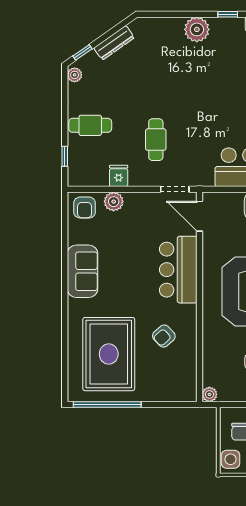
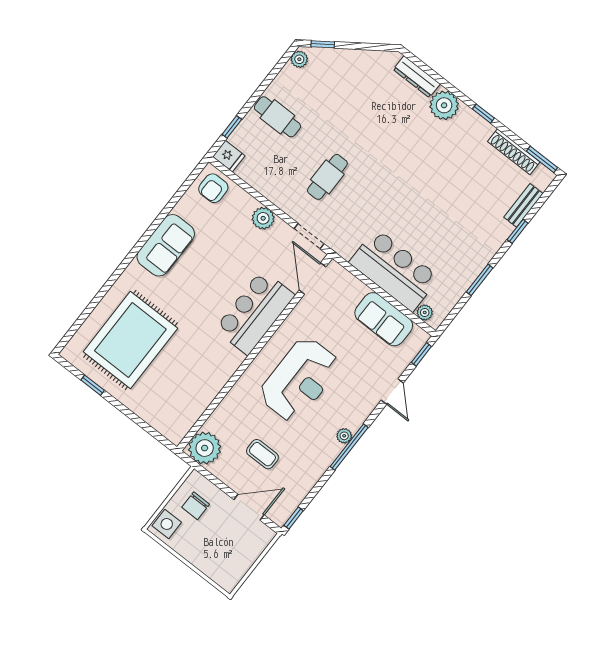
dresser: (114, 43) -> (417, 77), moved, turned 35
fridge: (119, 176) -> (229, 156), moved, turned 90
plant: (114, 202) -> (263, 218), moved
armchair: (164, 336) -> (194, 363), removed
plant: (209, 394) -> (205, 448), width x1.88, depth x1.88
window: (107, 405) -> (93, 385), width x0.32

